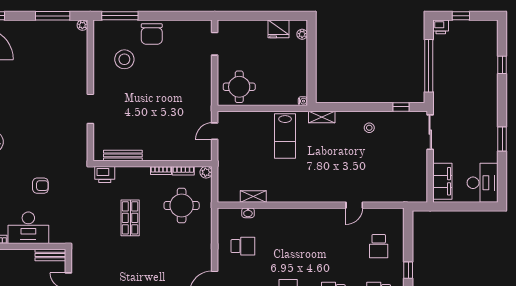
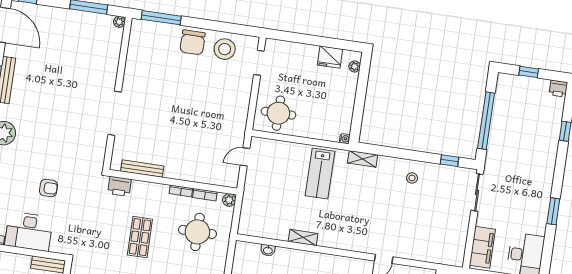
printer: (441, 27) -> (558, 89), moved
stool: (124, 59) -> (225, 49), moved
doorway: (90, 109) -> (115, 113), width x1.36
shelving: (253, 196) -> (303, 238), moved

